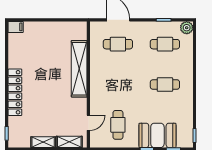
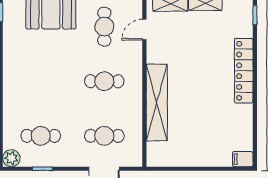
cafe table: (165, 85) -> (104, 81), moved

